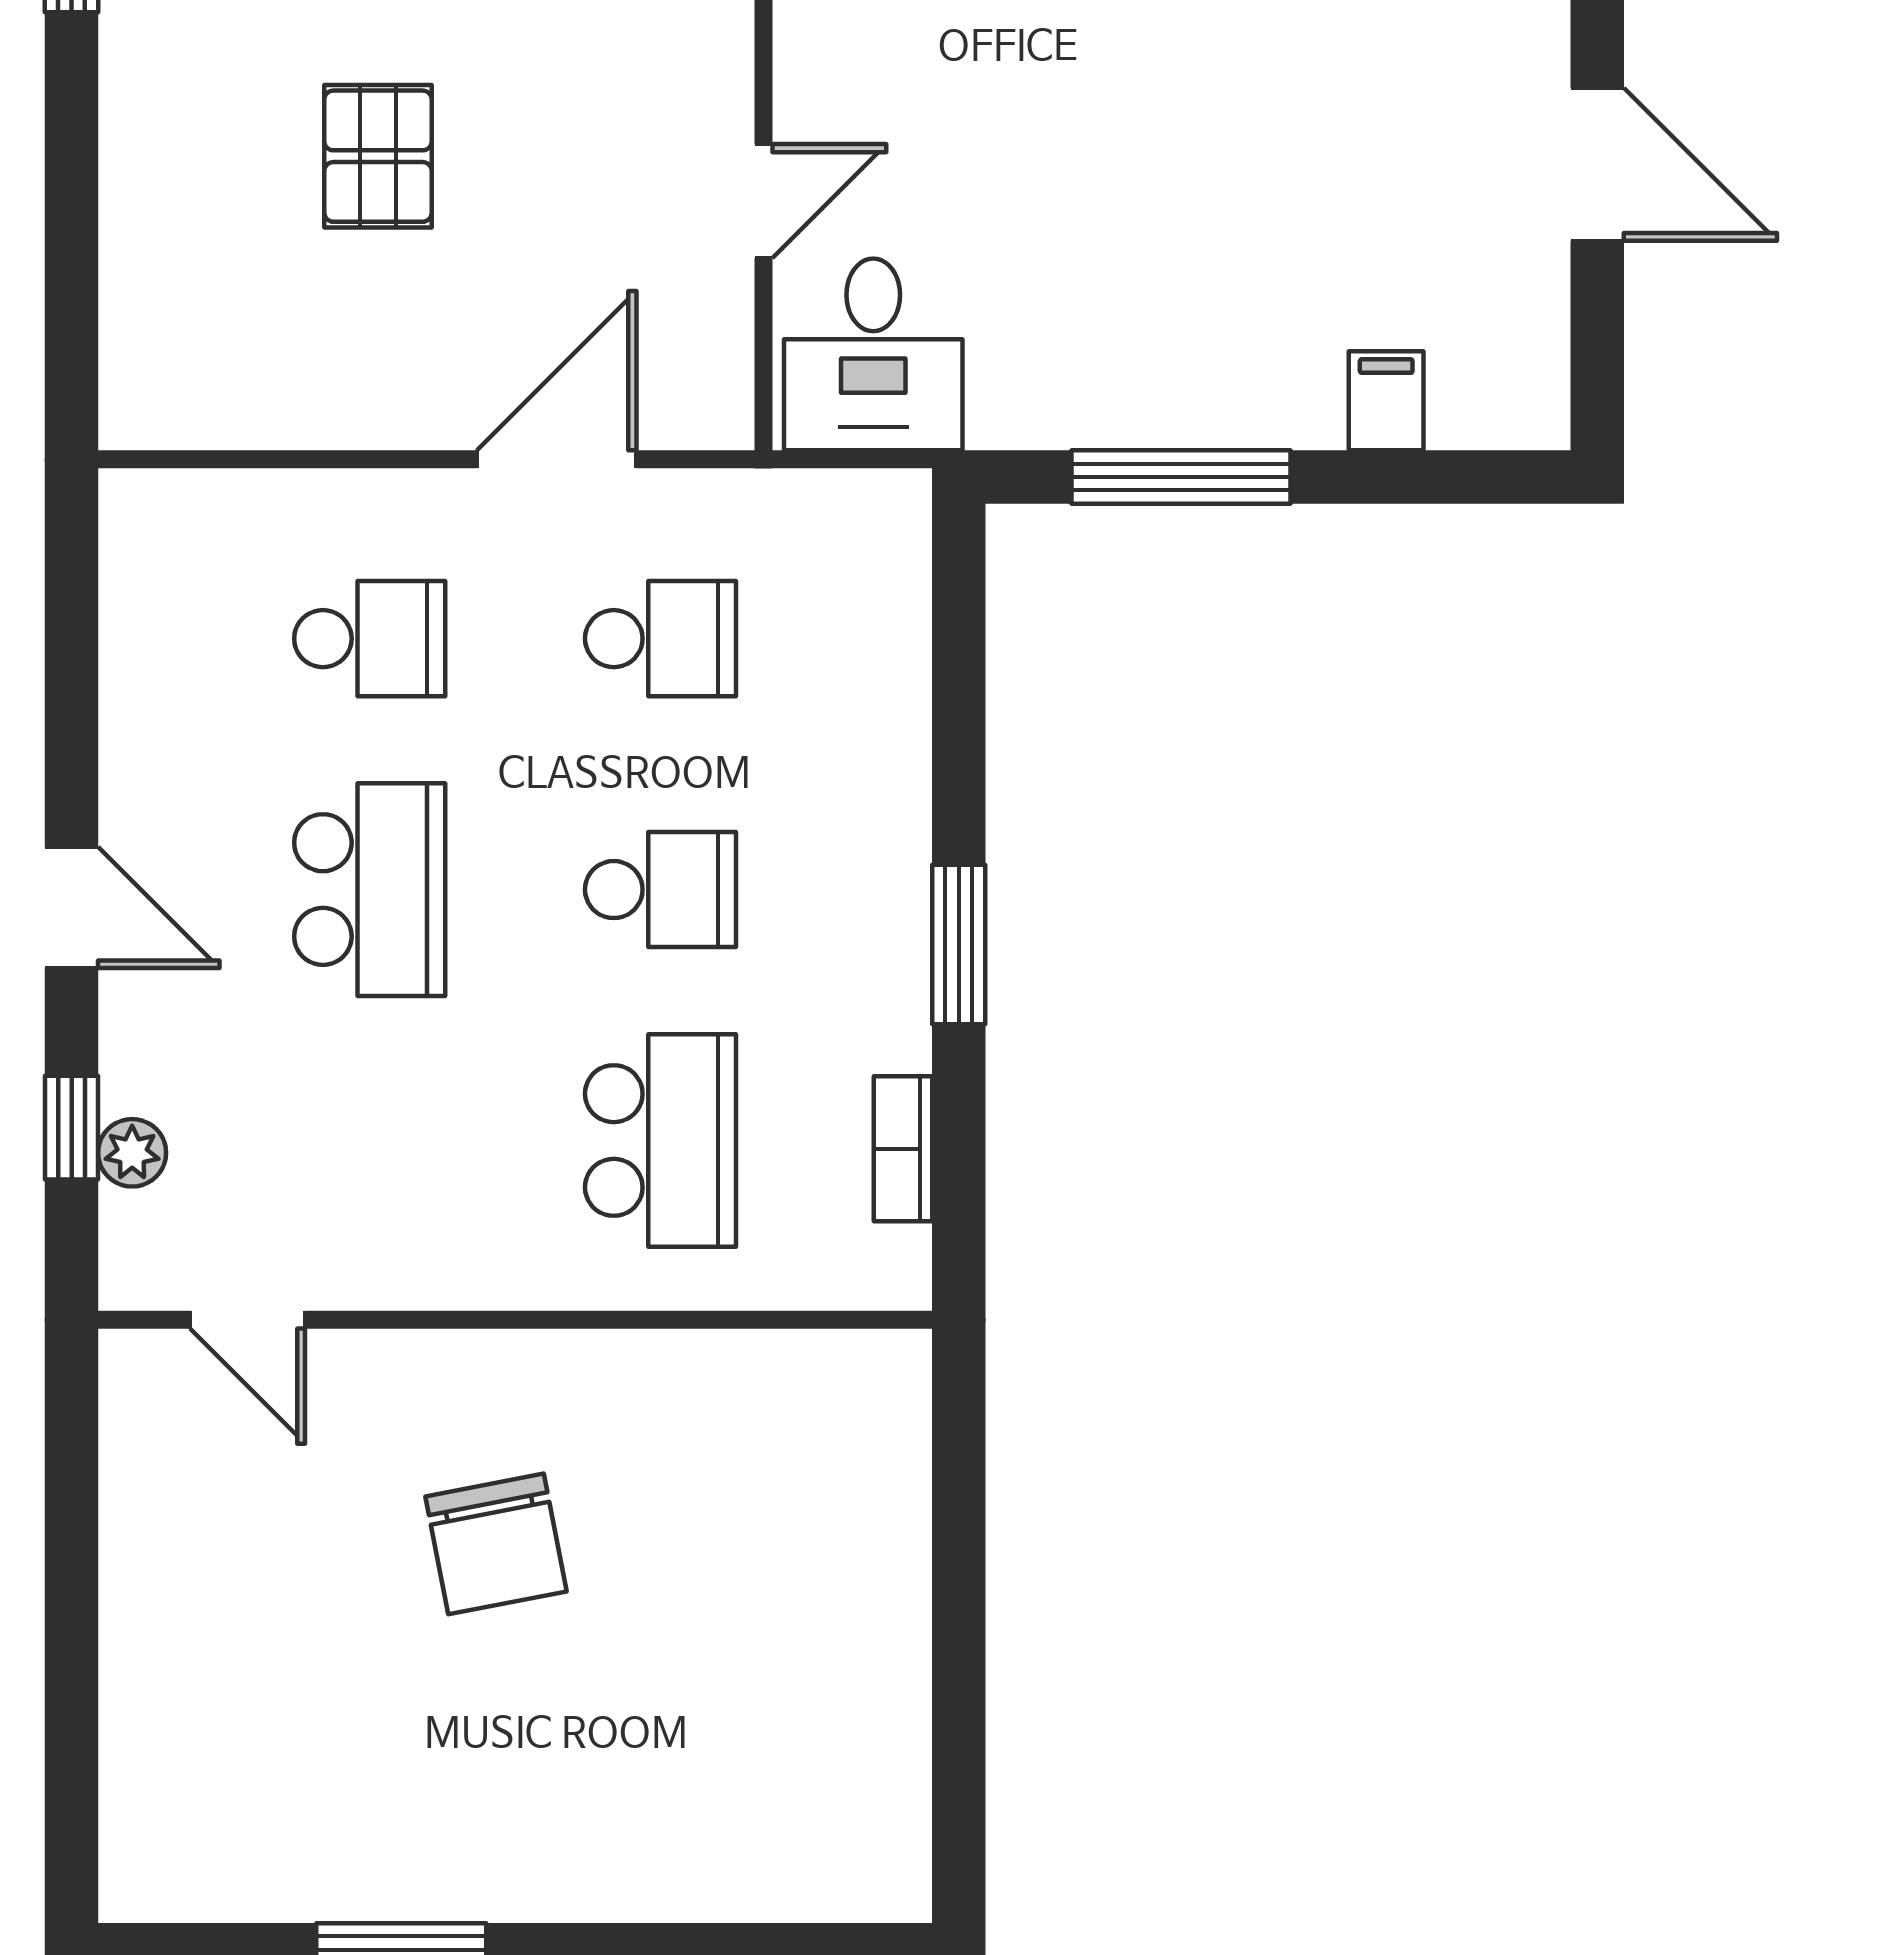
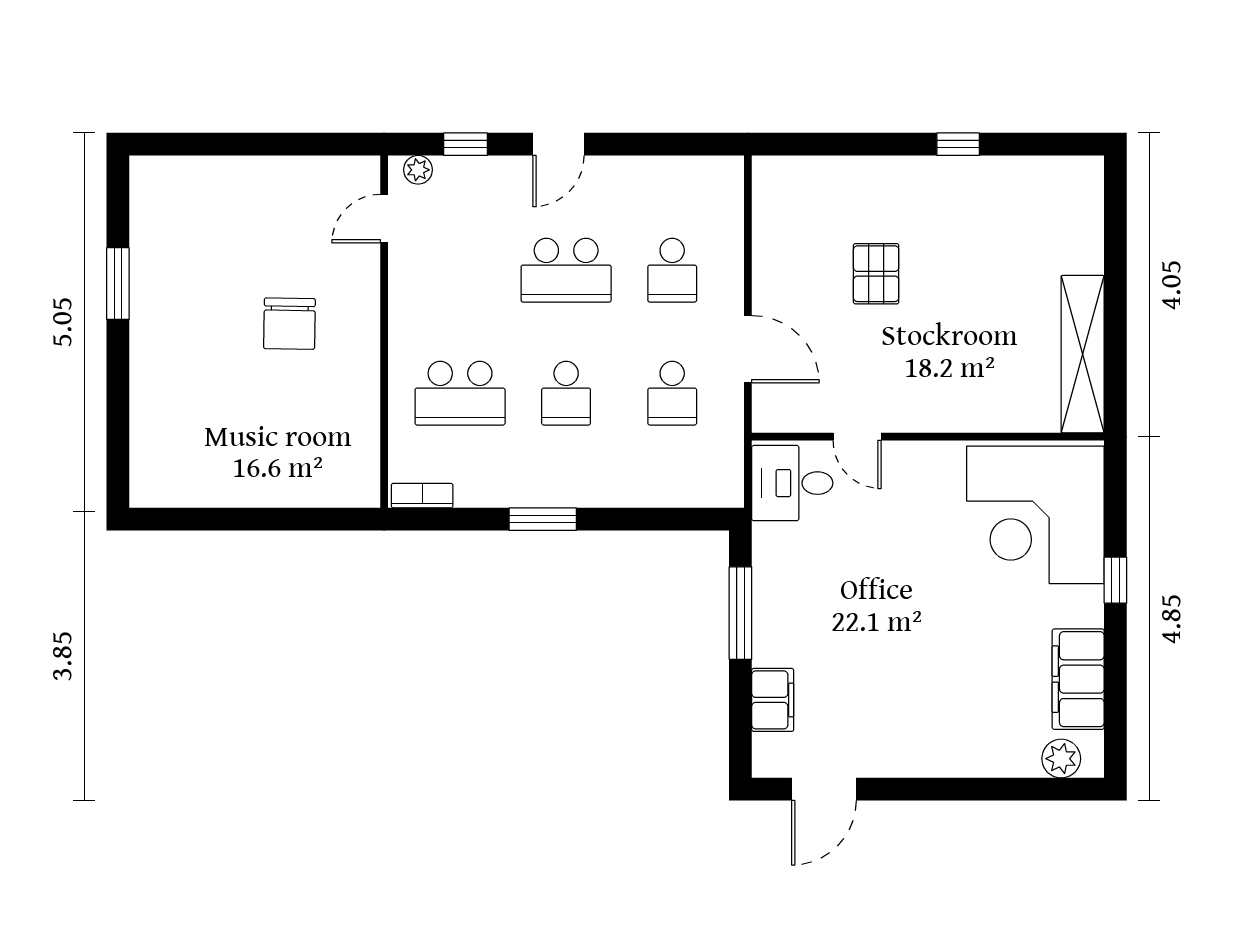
pallet: (378, 156) -> (876, 274), turned 90
door: (1597, 164) -> (824, 789), moved
filing cabinet: (1386, 401) -> (773, 700), width x2.00
bookcase: (903, 1149) -> (422, 496), moved
plant: (132, 1153) -> (418, 170), moved
chair: (496, 1544) -> (289, 324), turned -78

